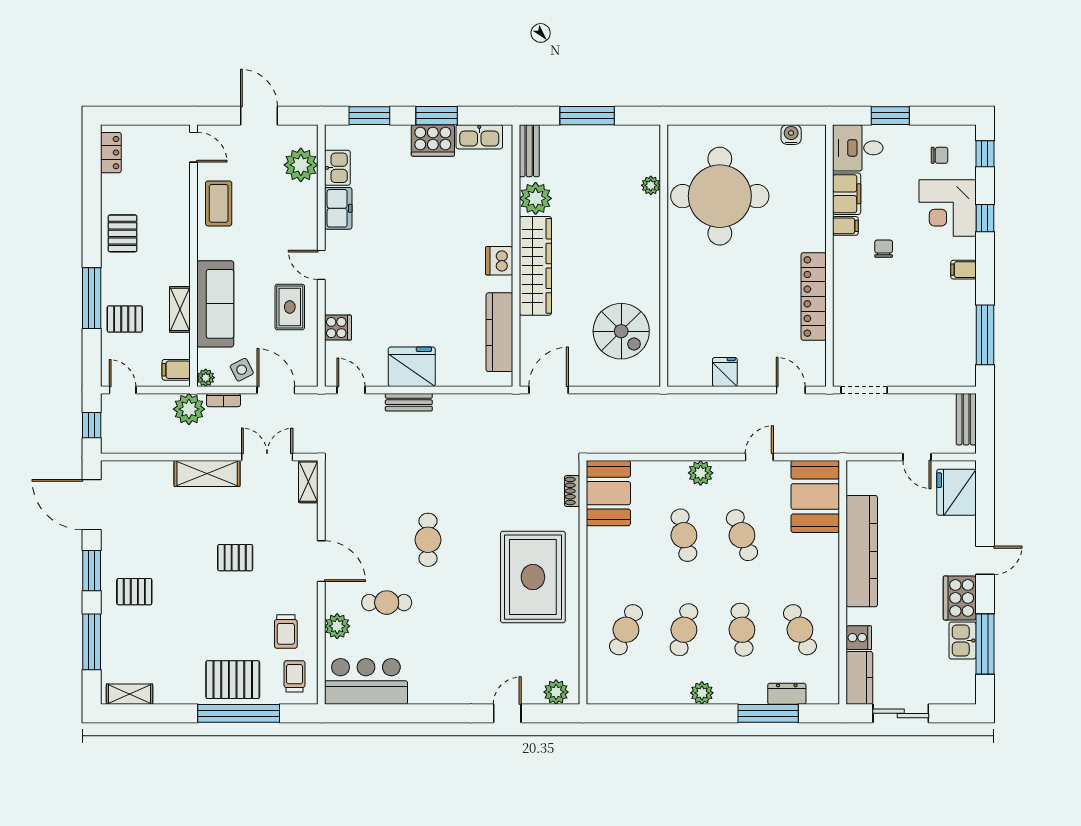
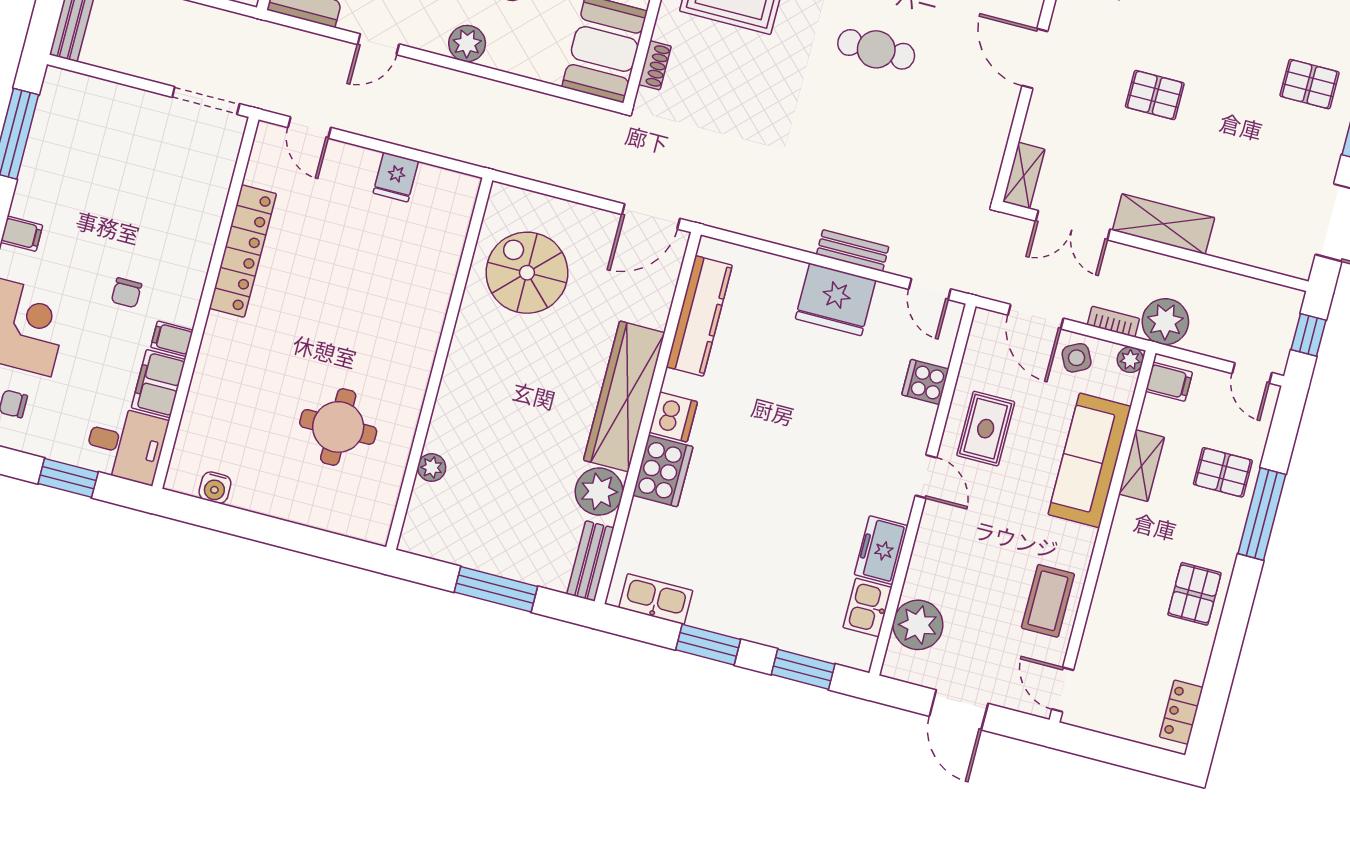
cooker: (433, 140) -> (663, 471), moved, turned 90
round table: (720, 196) -> (338, 427), width x0.54, depth x0.54
cafe table: (428, 540) -> (876, 49), turned 90

